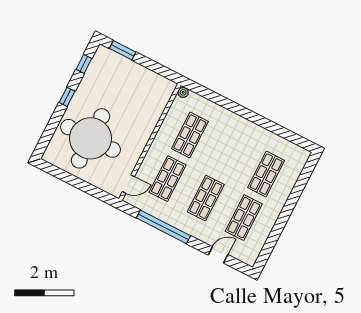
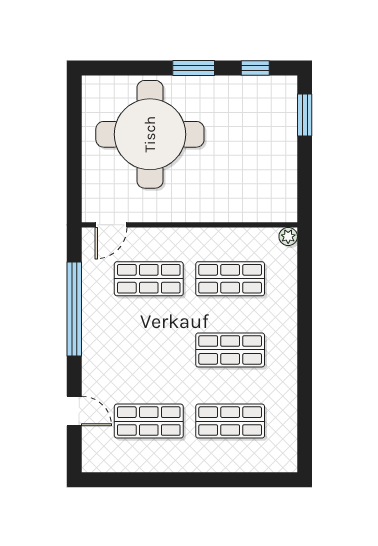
window: (67, 97) -> (194, 68), width x1.50
door: (128, 184) -> (111, 225), hinge flipped
shop shelf: (206, 198) -> (230, 350), moved

